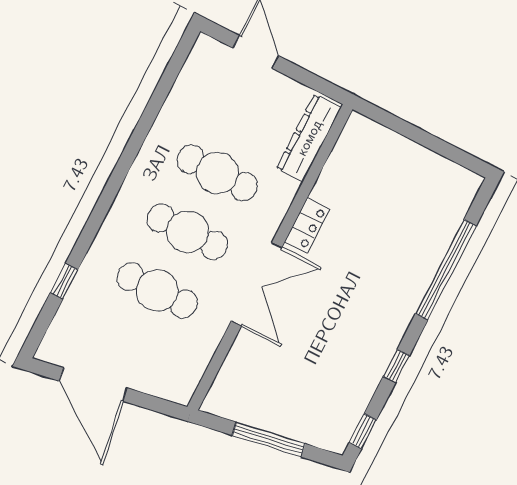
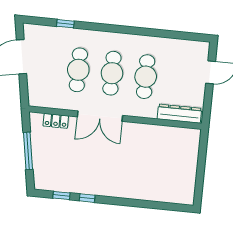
locker: (307, 226) -> (56, 121), moved
window: (446, 270) -> (142, 204), removed
window: (363, 431) -> (61, 196), moved

